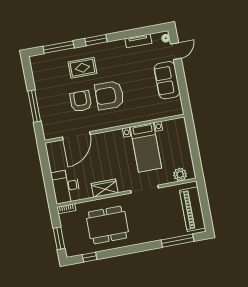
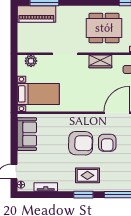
rug: (82, 68) -> (87, 175), moved
sofa: (167, 80) -> (27, 134), moved
bed with nightstands: (146, 147) -> (38, 94), moved, turned 90
piano: (193, 209) -> (36, 14), moved, turned 90

